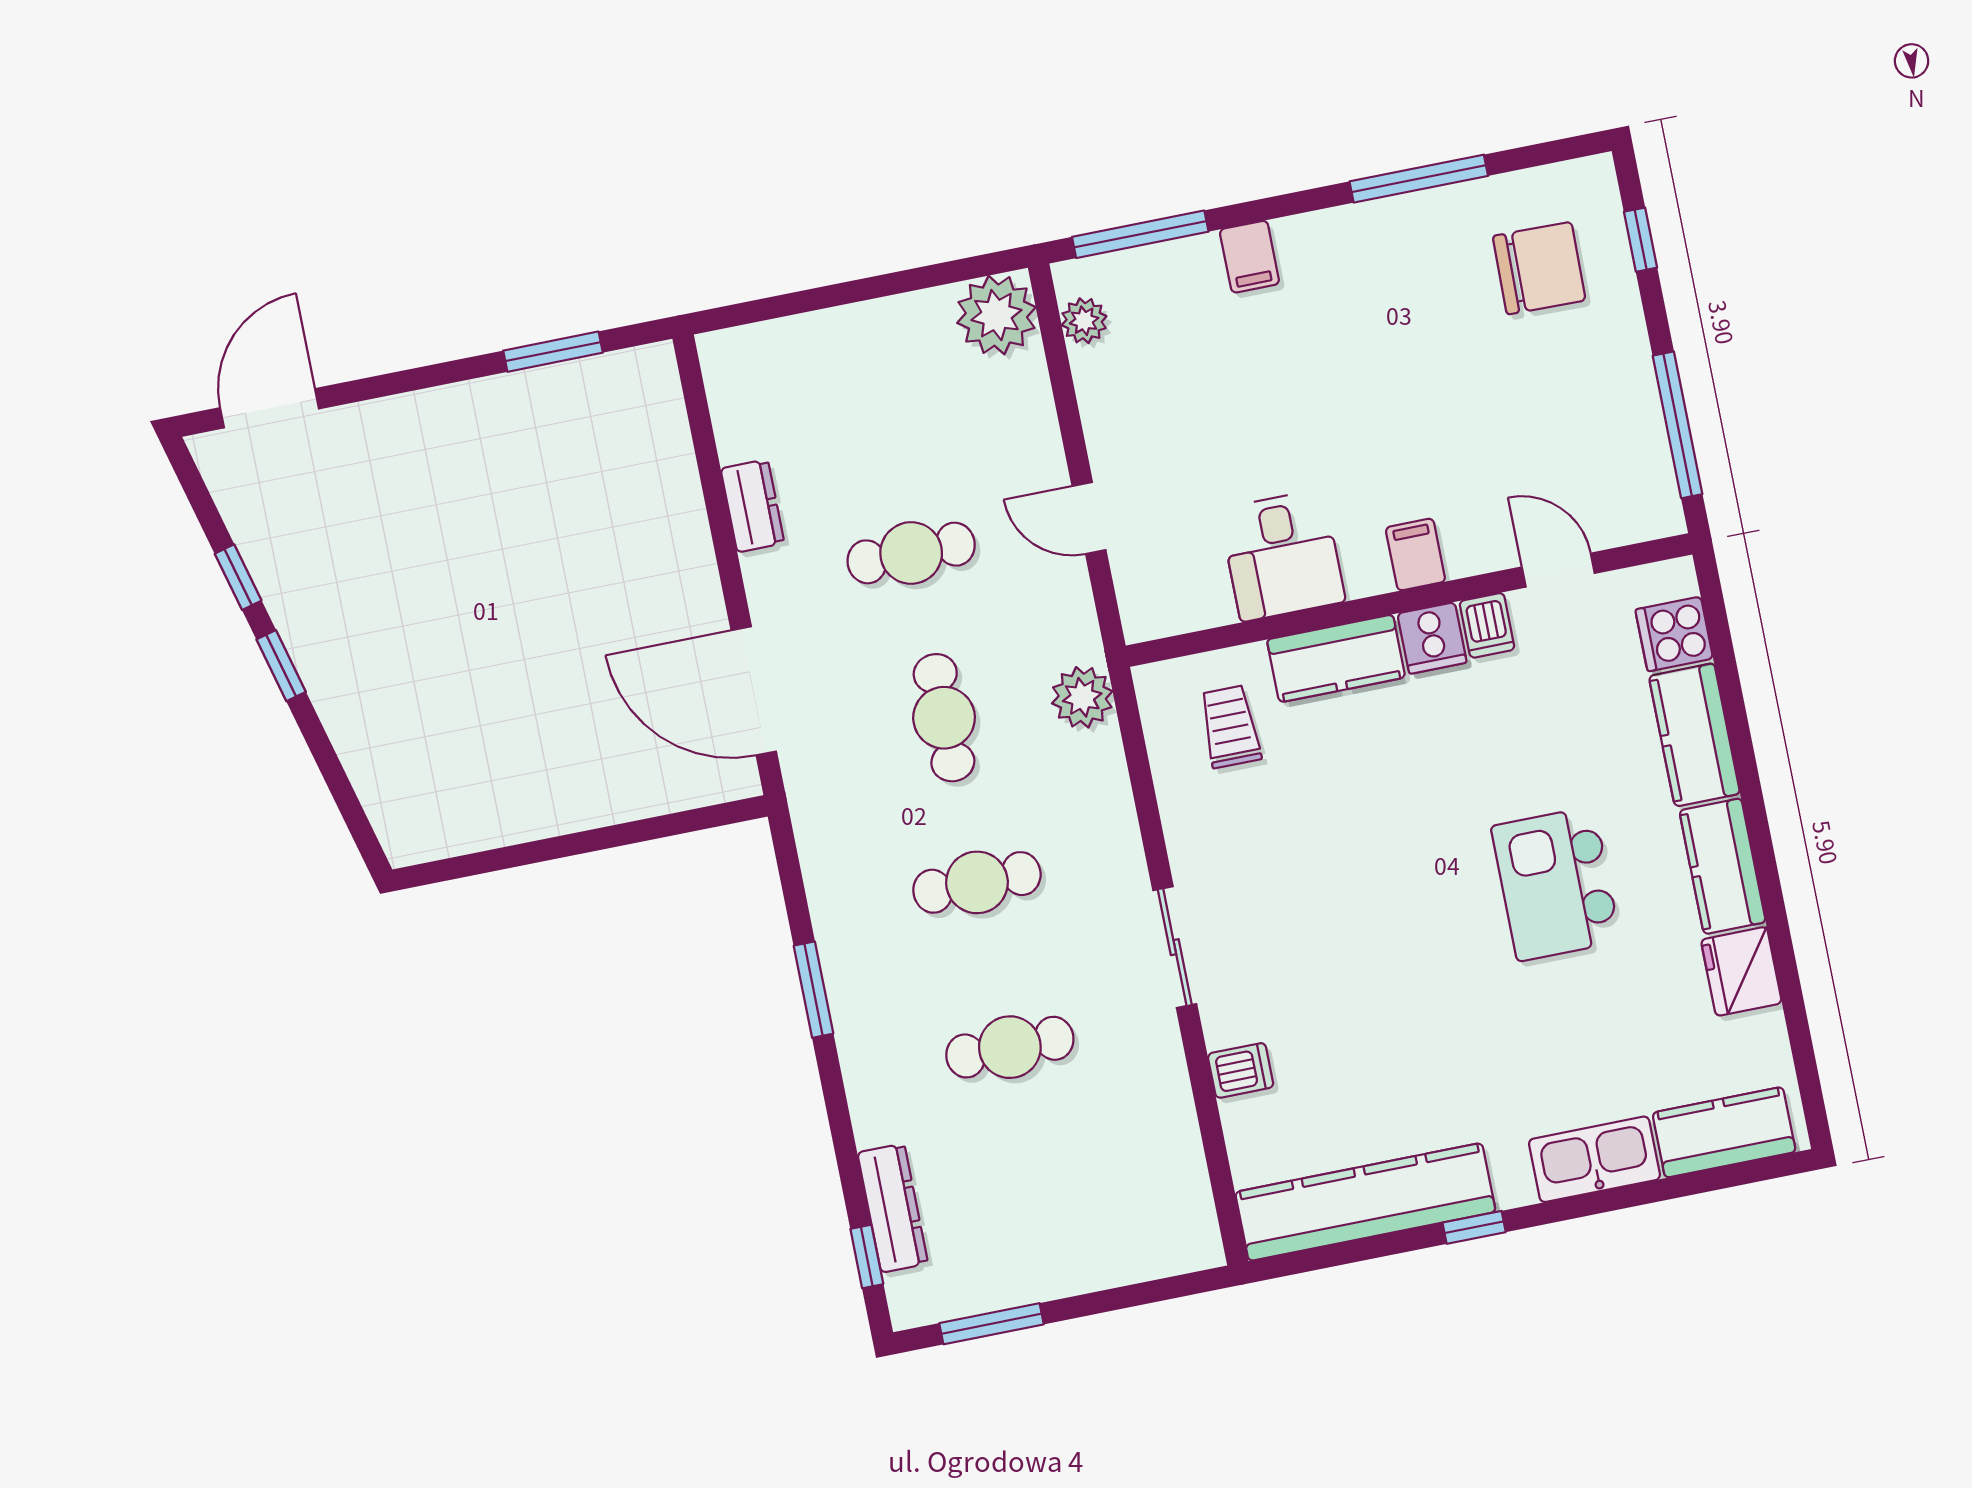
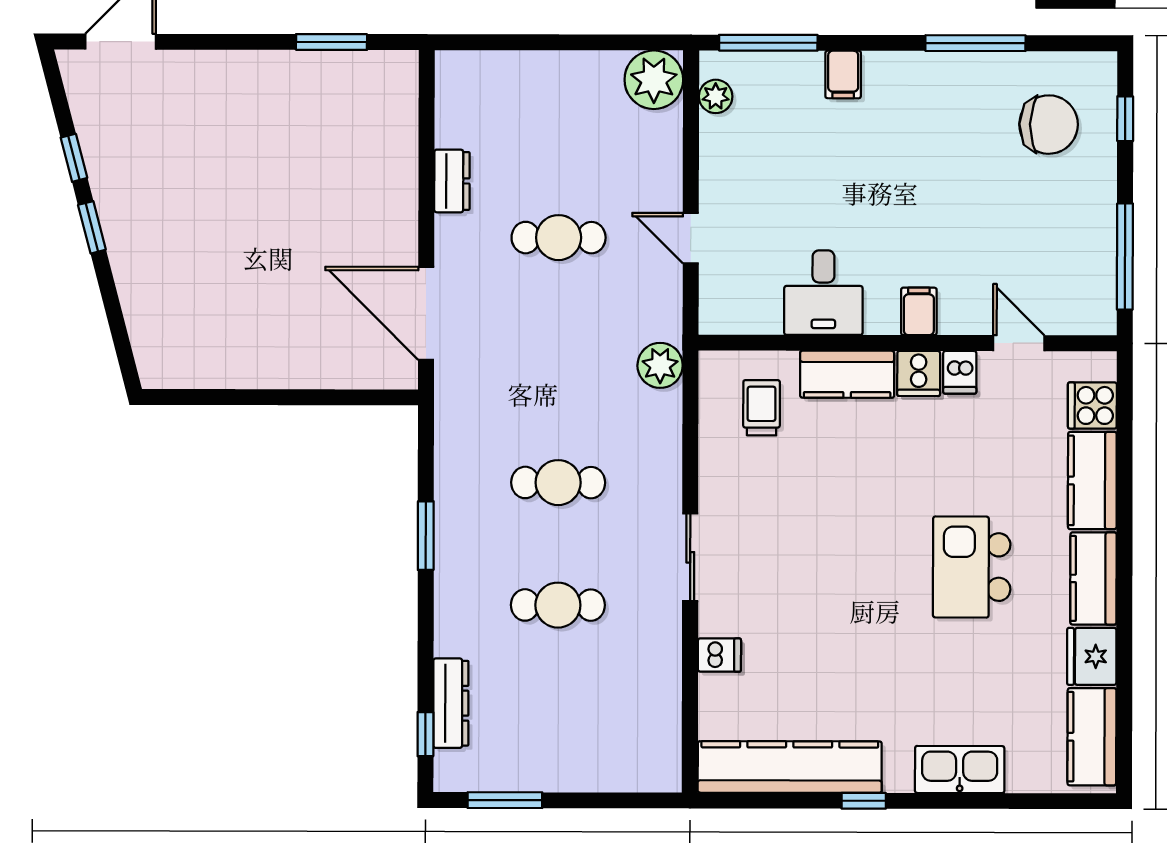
cafe table: (944, 718) -> (558, 360), removed
kitchen counter: (1724, 1132) -> (1092, 737), moved, turned -90

